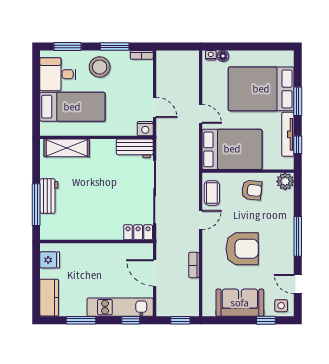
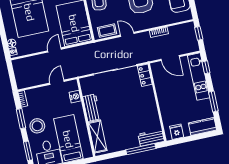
nightstand: (145, 129) -> (75, 97), moved
workbench: (135, 148) -> (92, 108), moved
workbench: (49, 196) -> (151, 138), moved
door: (155, 273) -> (170, 58), hinge flipped

